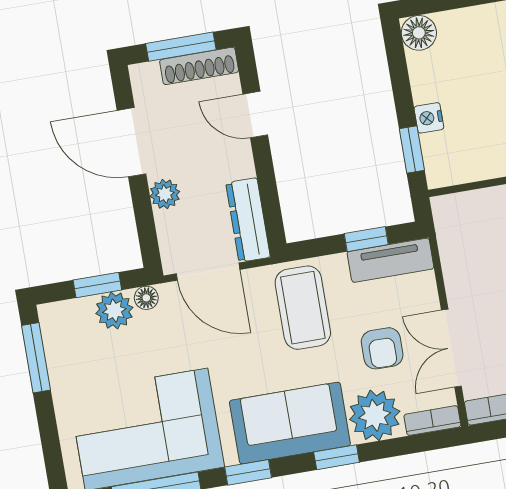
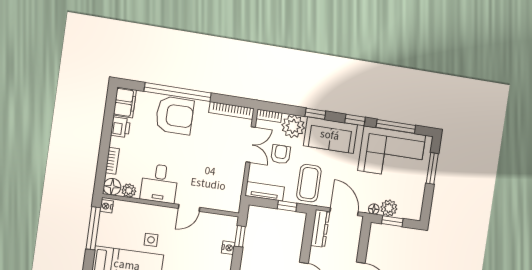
plant: (165, 194) -> (352, 251), removed
window: (366, 239) -> (287, 206), moved
window: (36, 358) -> (432, 168), moved

